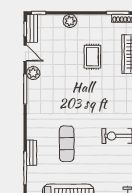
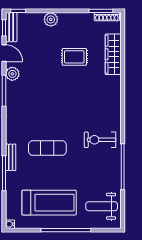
rug: (92, 57) -> (74, 57), turned 90
exercise mat: (67, 144) -> (47, 148), turned 90

